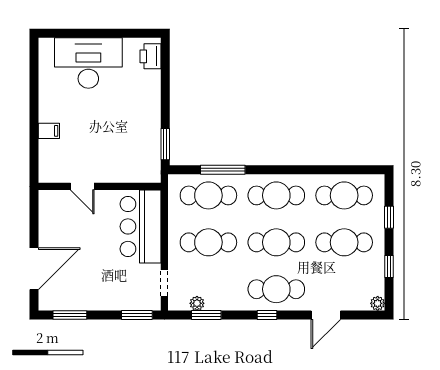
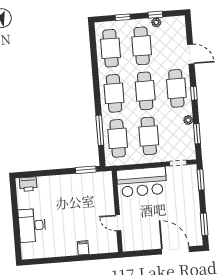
desk: (88, 63) -> (32, 225), width x0.73, depth x0.77
door: (82, 186) -> (118, 223), swing flipped
plant: (197, 303) -> (188, 120), moved
plant: (378, 303) -> (156, 22), moved

